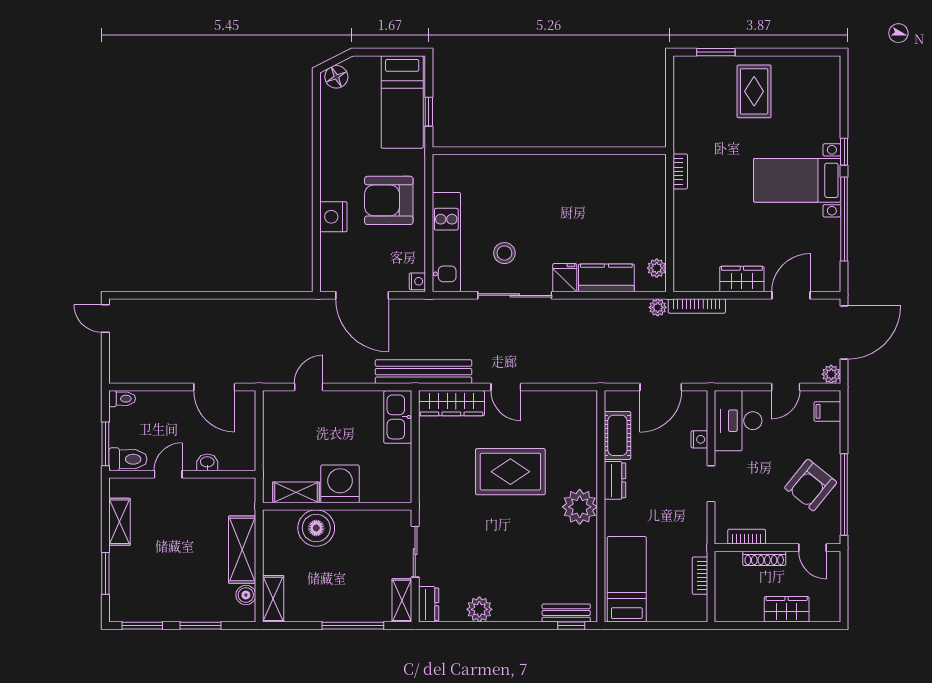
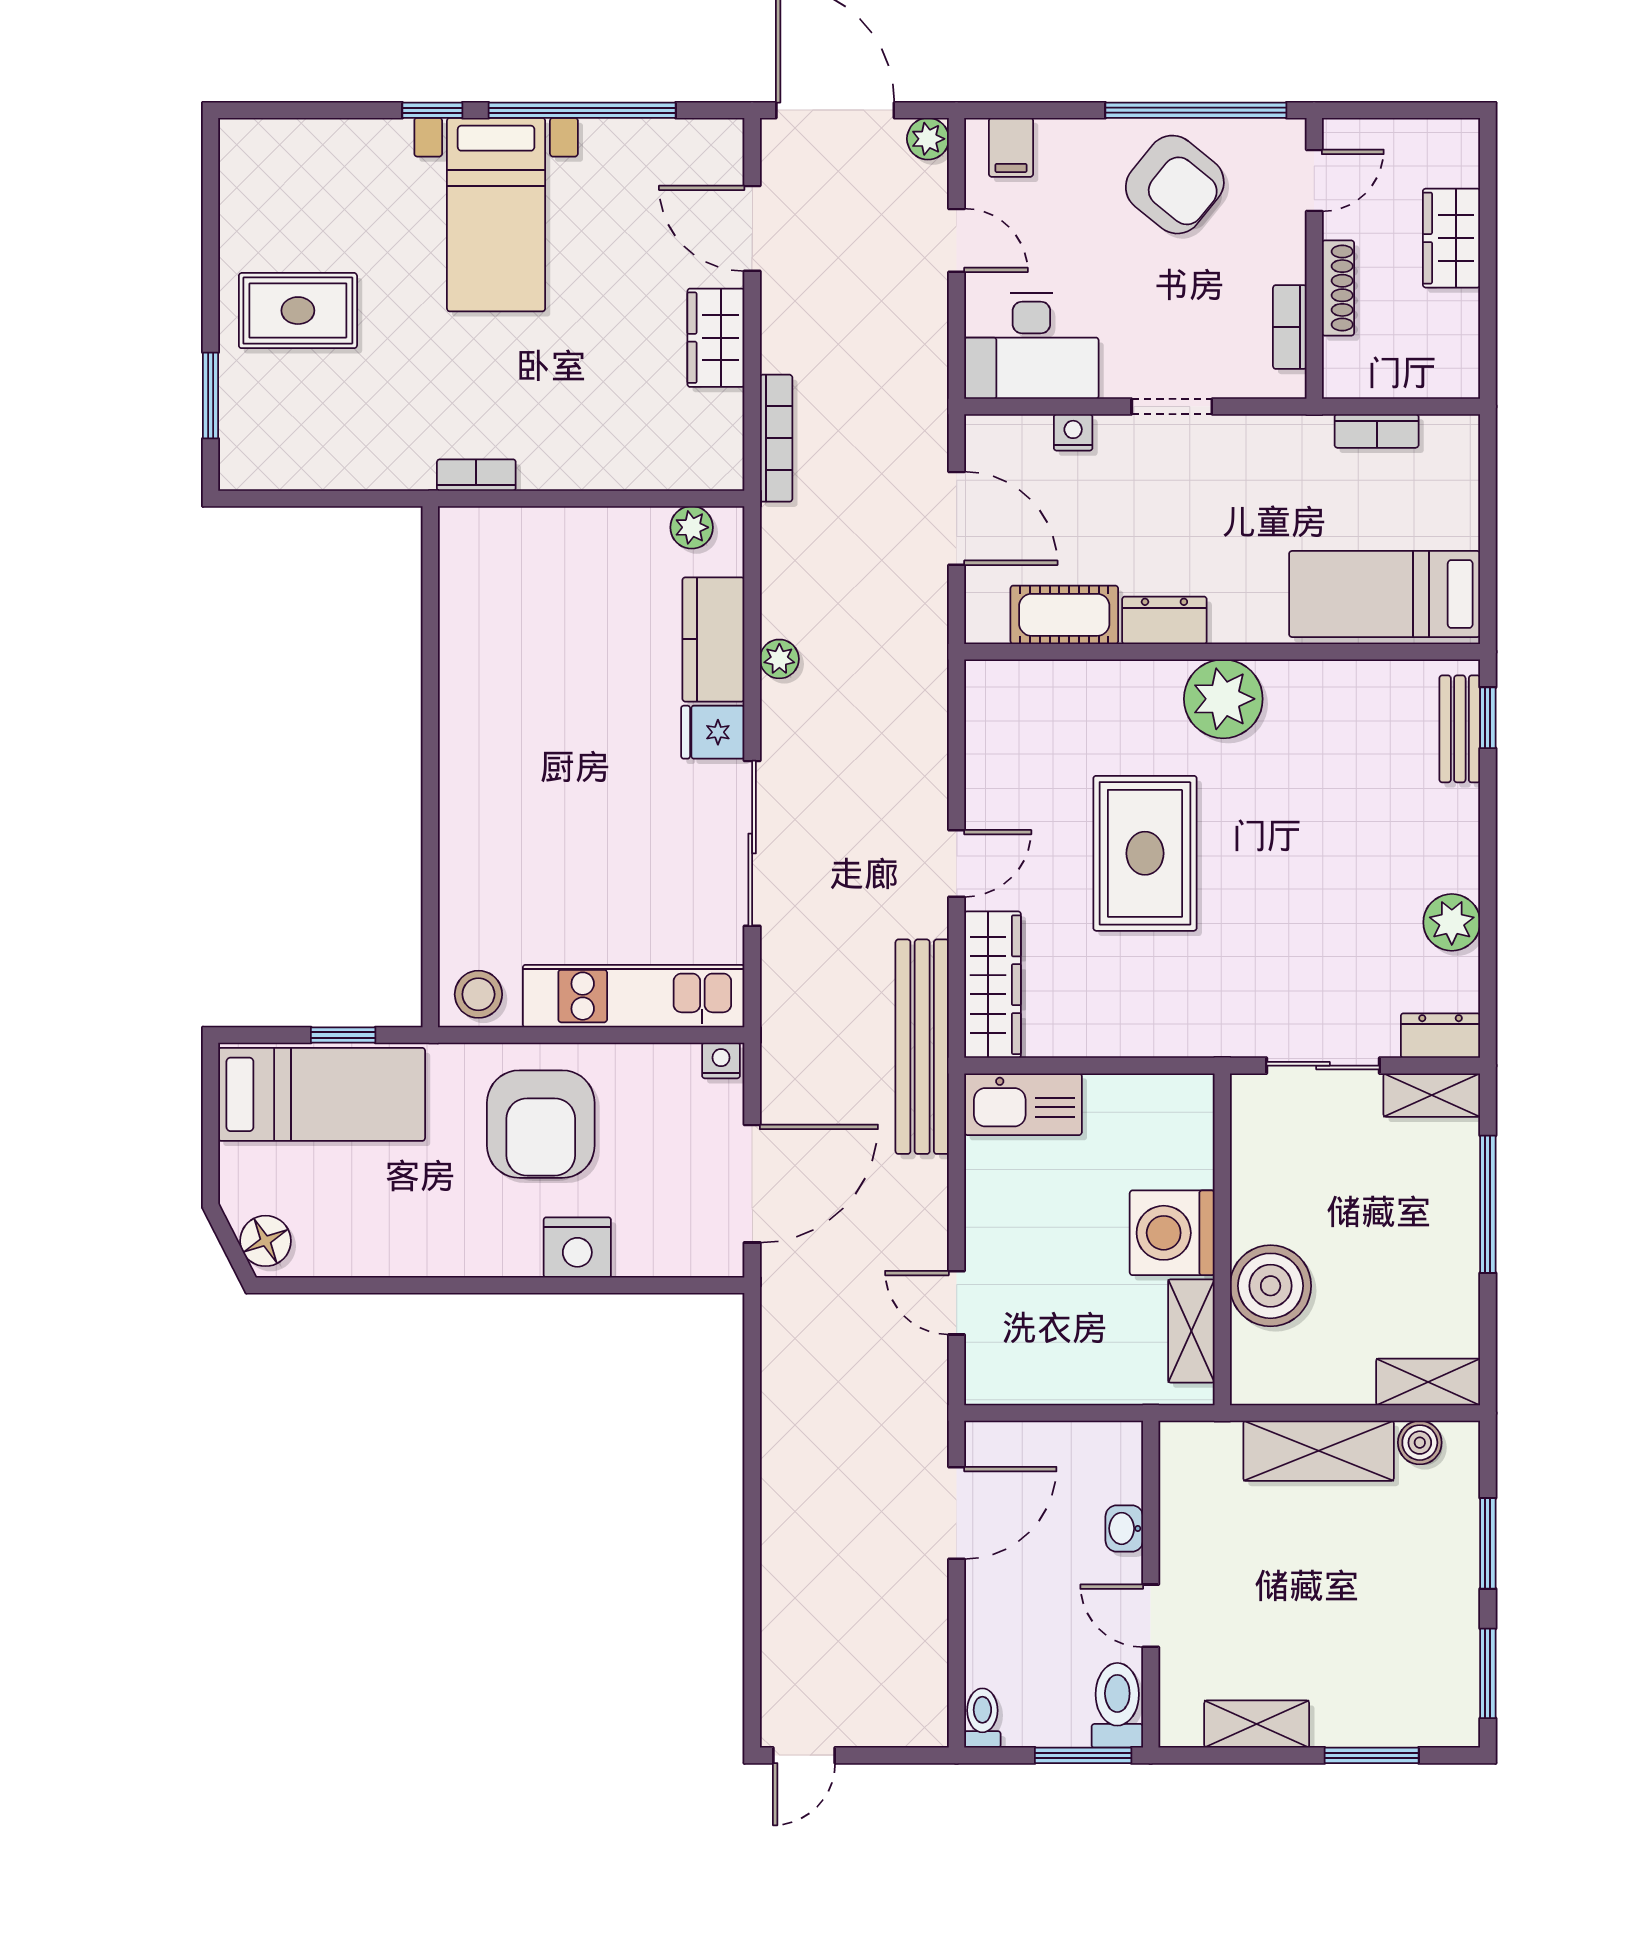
stool: (504, 253) -> (478, 994), moved
plant: (658, 307) -> (779, 659), moved

